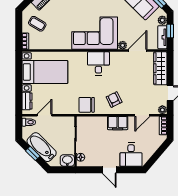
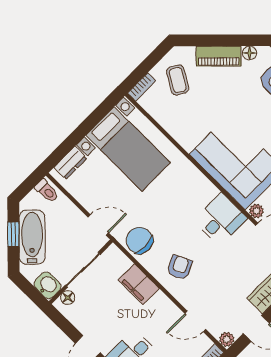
desk: (98, 63) -> (220, 219), moved
door: (44, 115) -> (98, 225), moved
filing cabinet: (118, 123) -> (139, 284), moved

